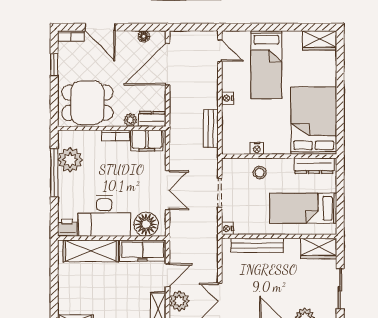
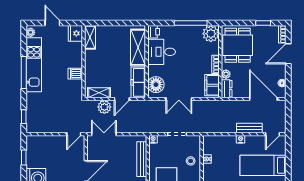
bench: (211, 129) -> (249, 128), moved
plant: (70, 160) -> (211, 34), moved
desk: (104, 216) -> (162, 52), width x0.73
door: (168, 275) -> (122, 99), hinge flipped

